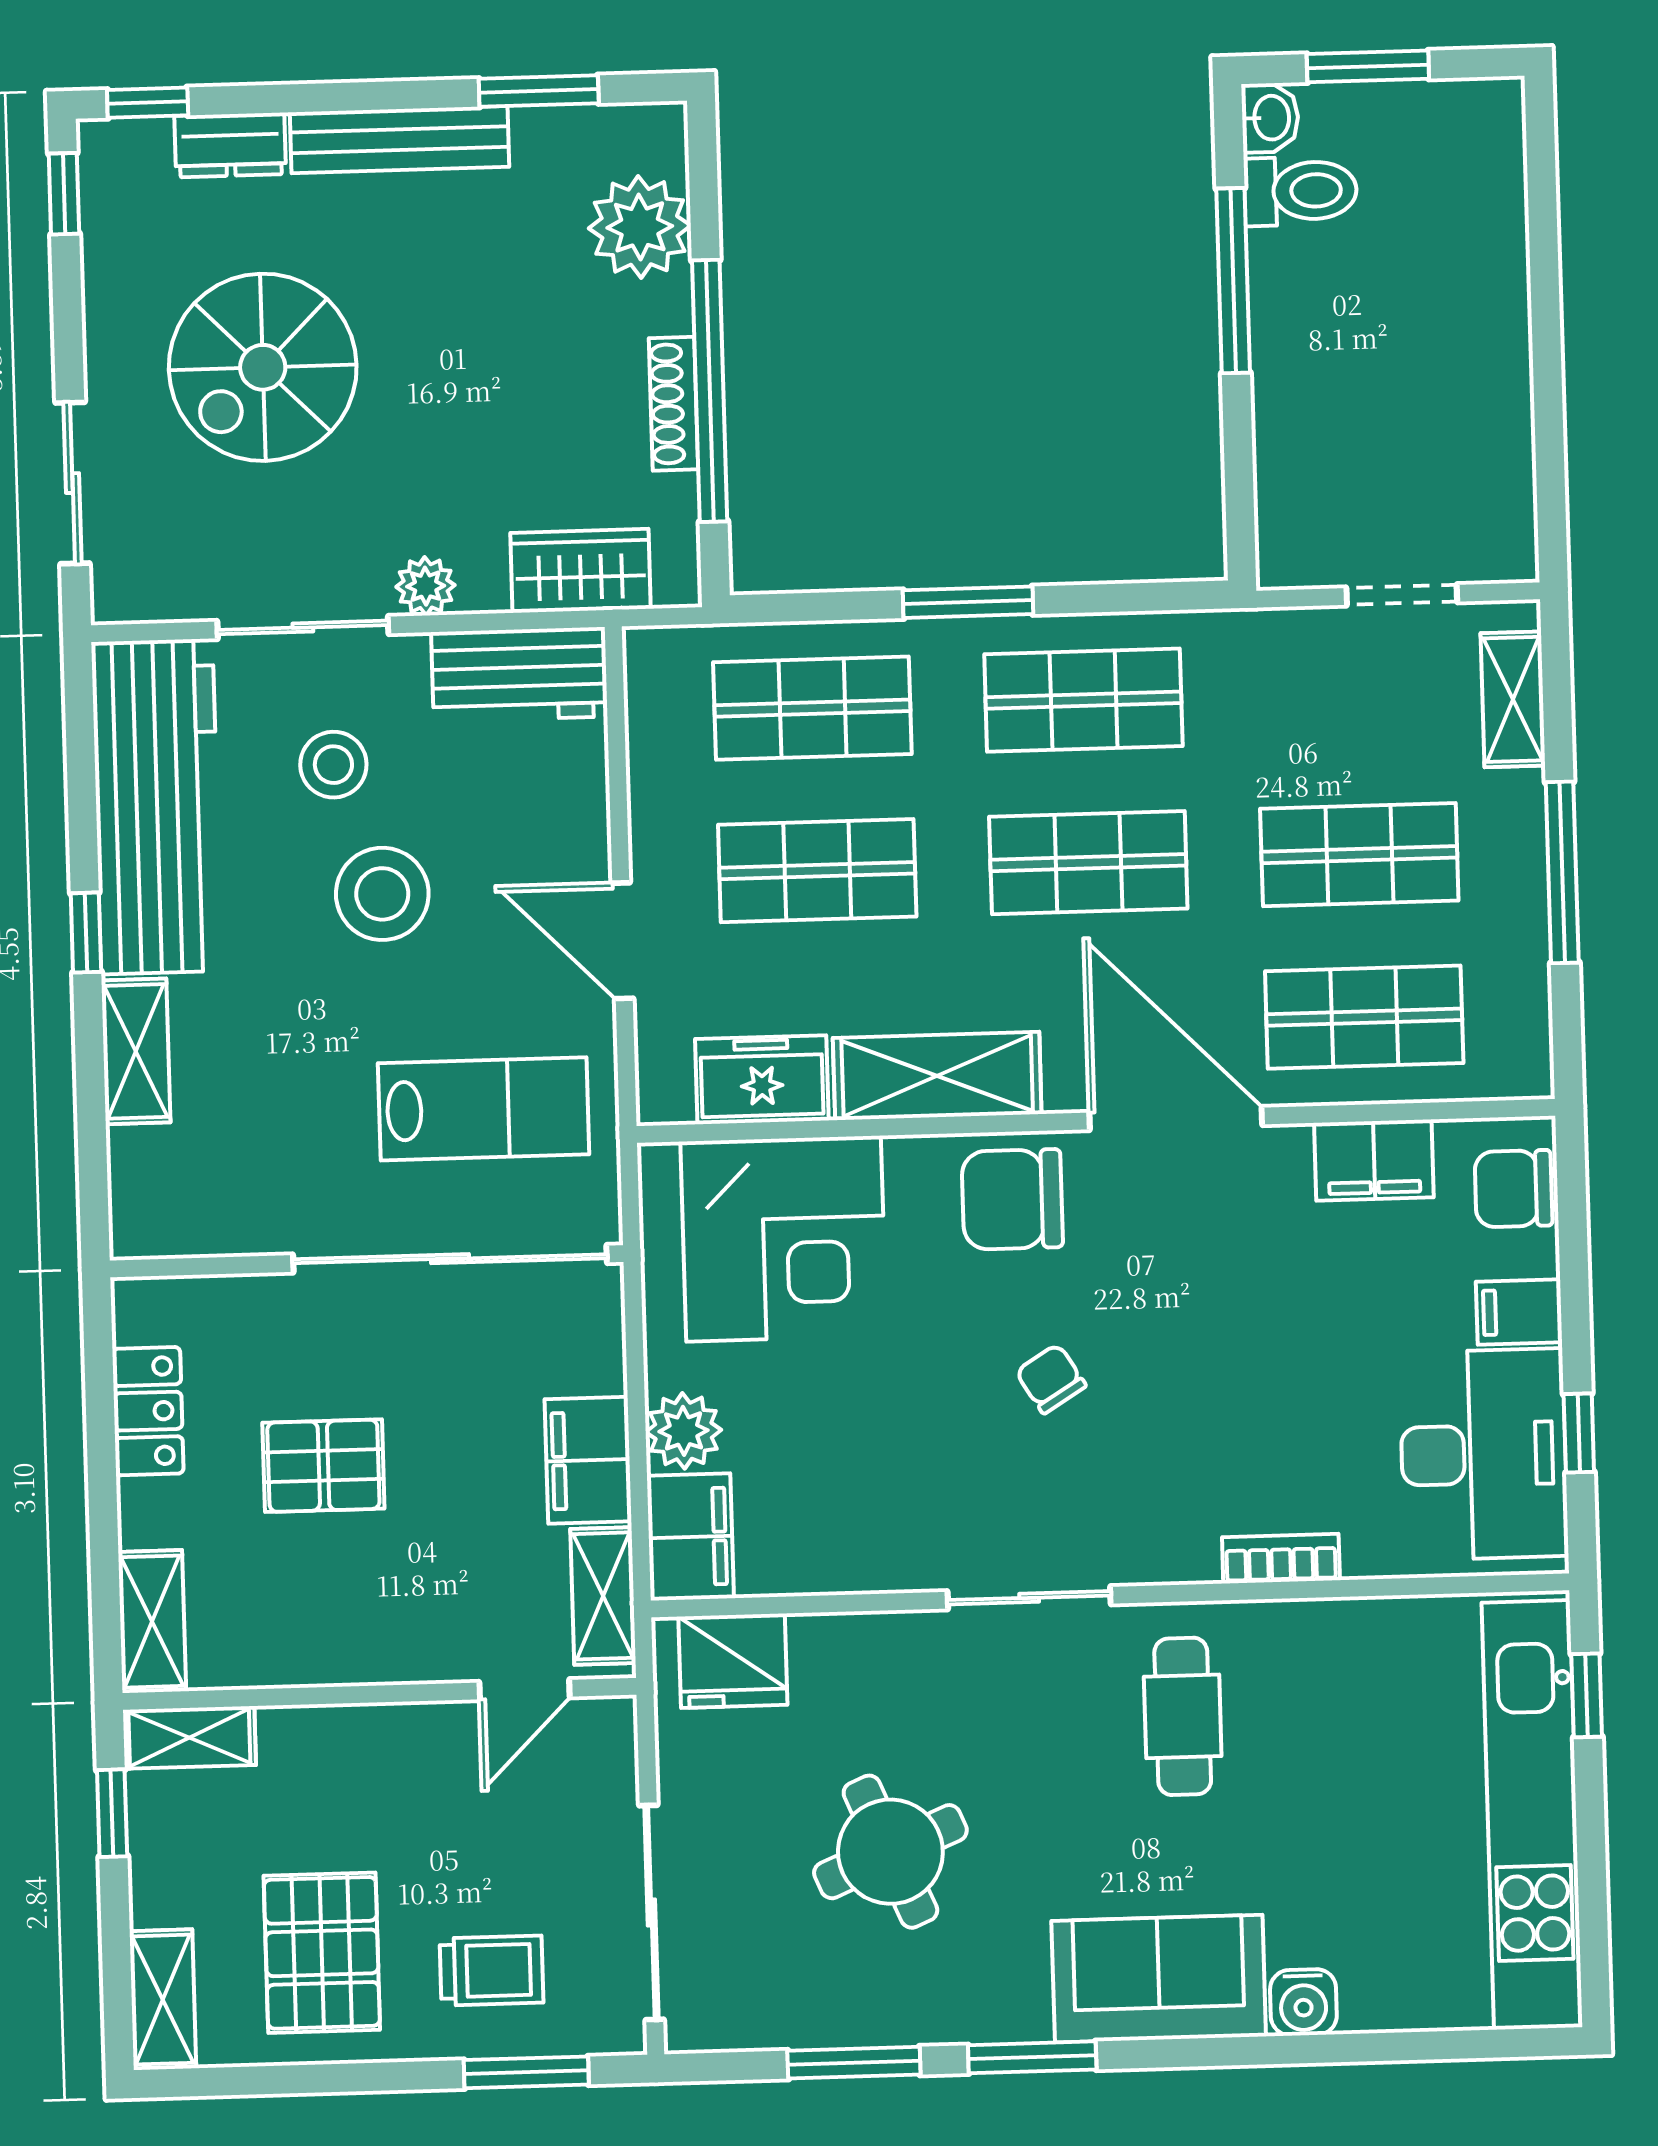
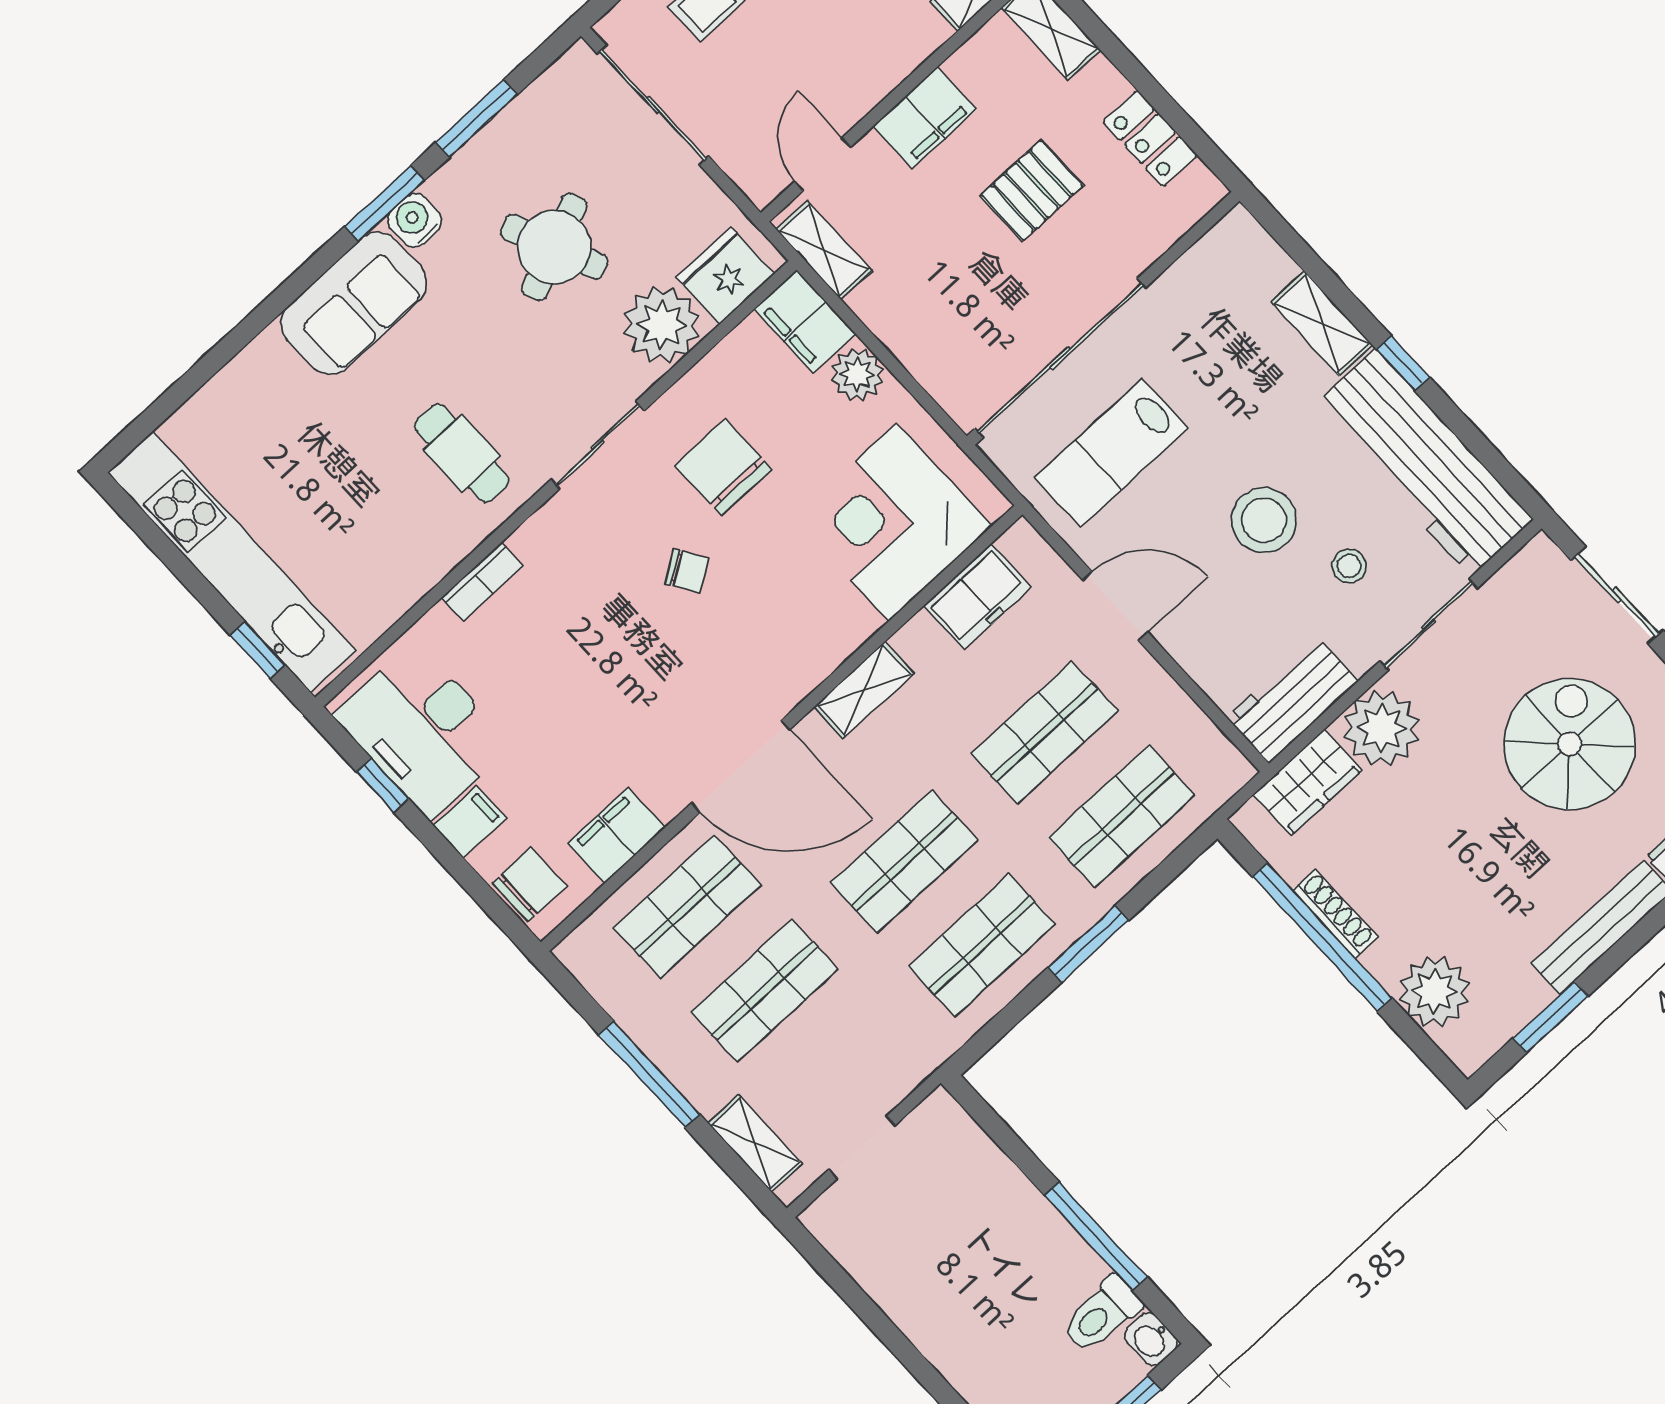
plant: (426, 586) -> (1382, 728), width x1.88, depth x1.88
stool: (333, 765) -> (1349, 566), width x0.73, depth x0.73
shelving: (937, 1076) -> (864, 690), width x0.67, depth x0.75
chair: (1012, 1199) -> (723, 467), moved, turned -90
filing cabinet: (588, 1460) -> (925, 118), moved, turned 90
plant: (848, 1667) -> (662, 325), added
water cooler: (1303, 2002) -> (415, 220), moved

